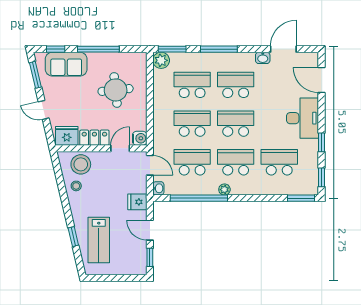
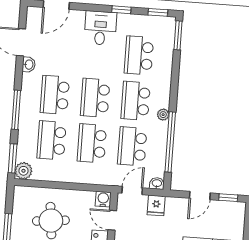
desk: (303, 118) -> (100, 28), width x0.73
fridge: (137, 202) -> (156, 205), moved

